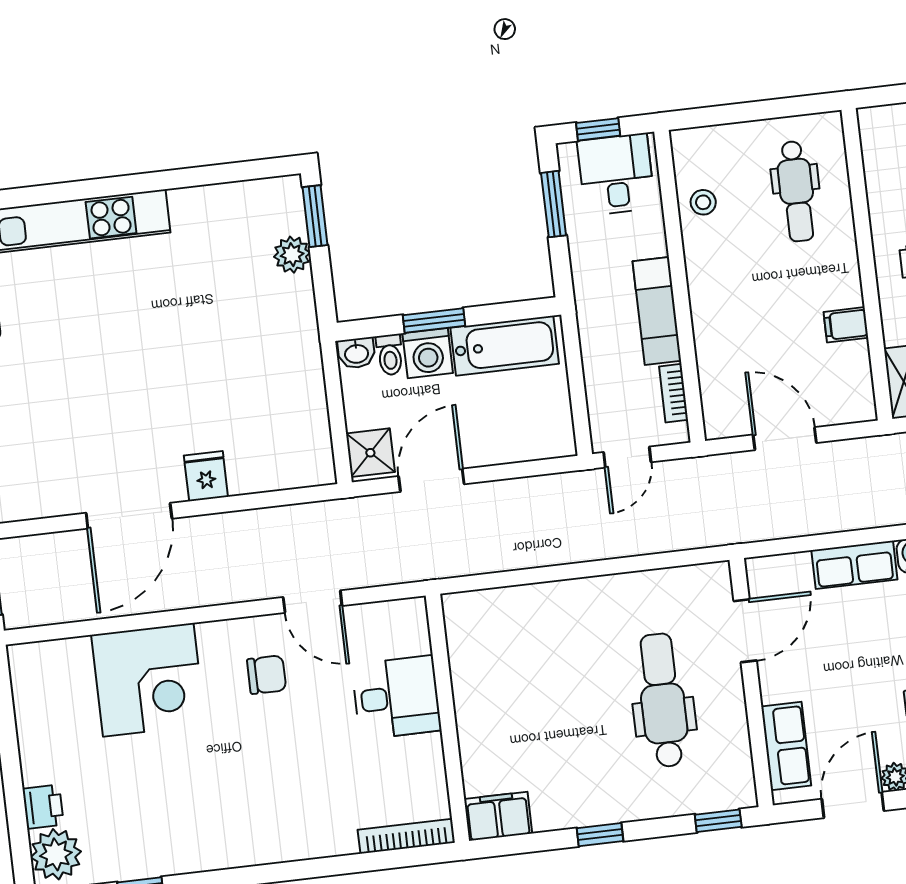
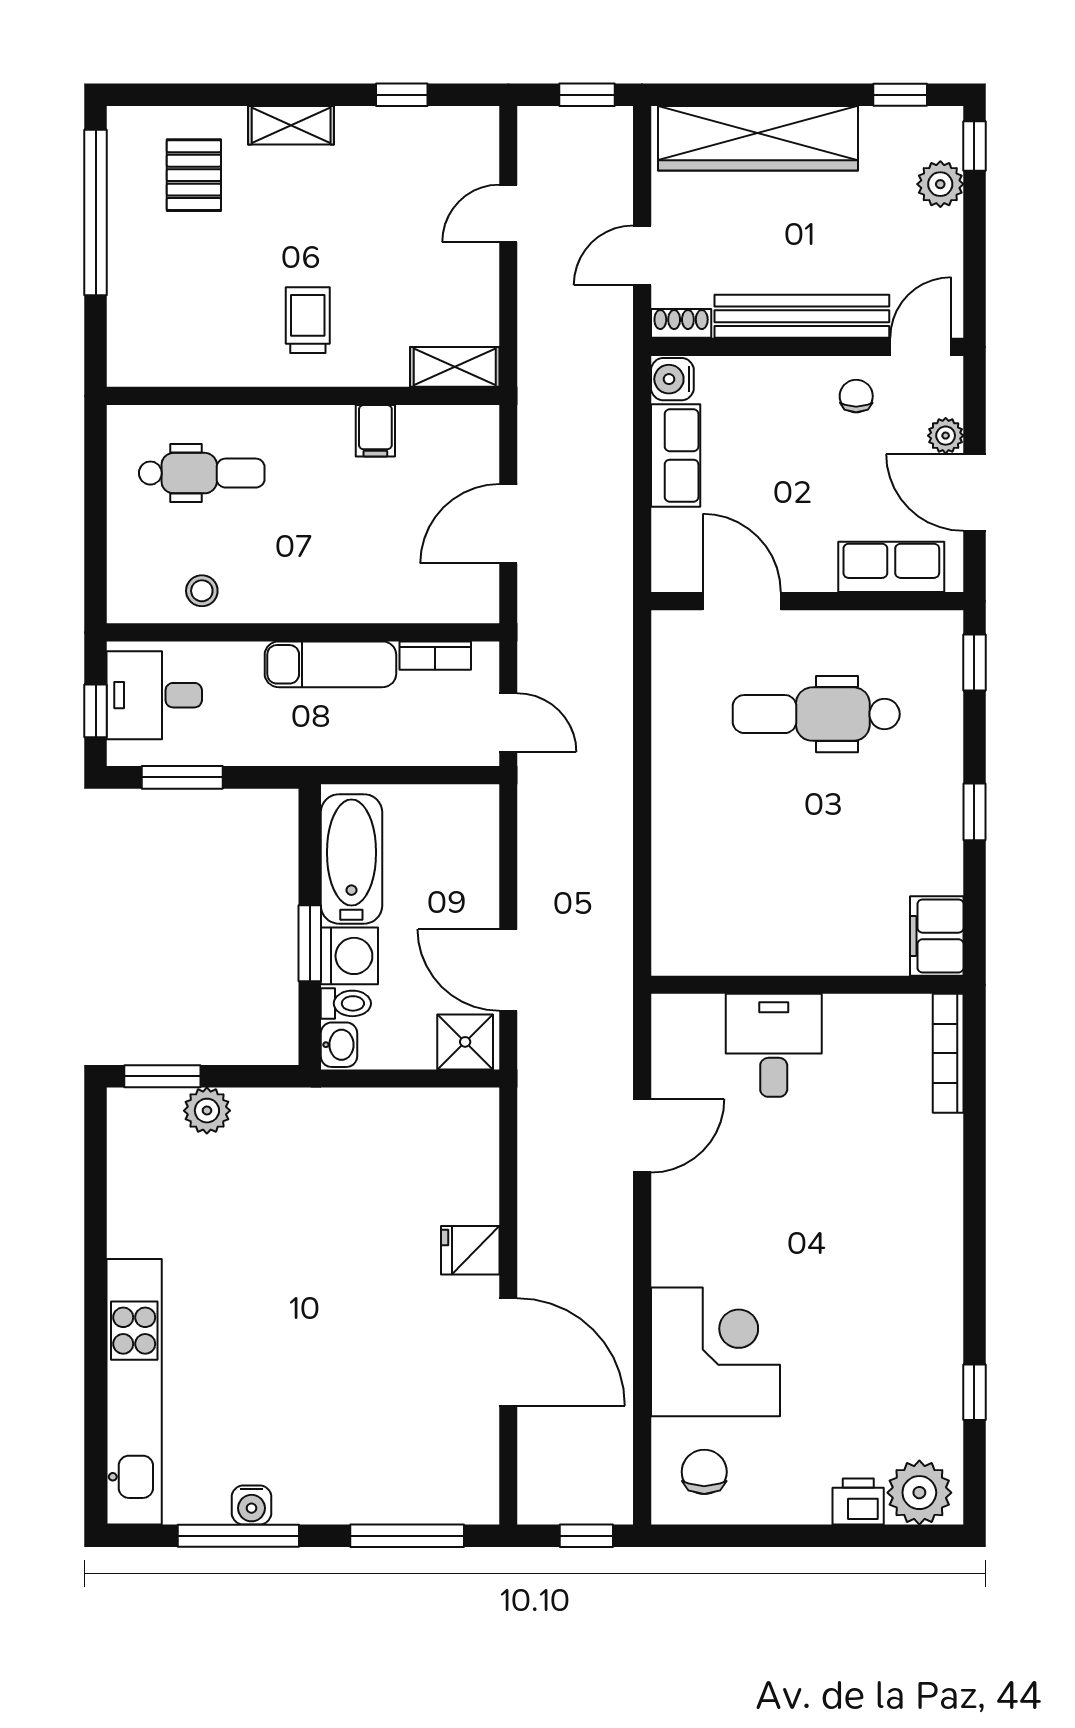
chair: (267, 675) -> (704, 1472), moved

